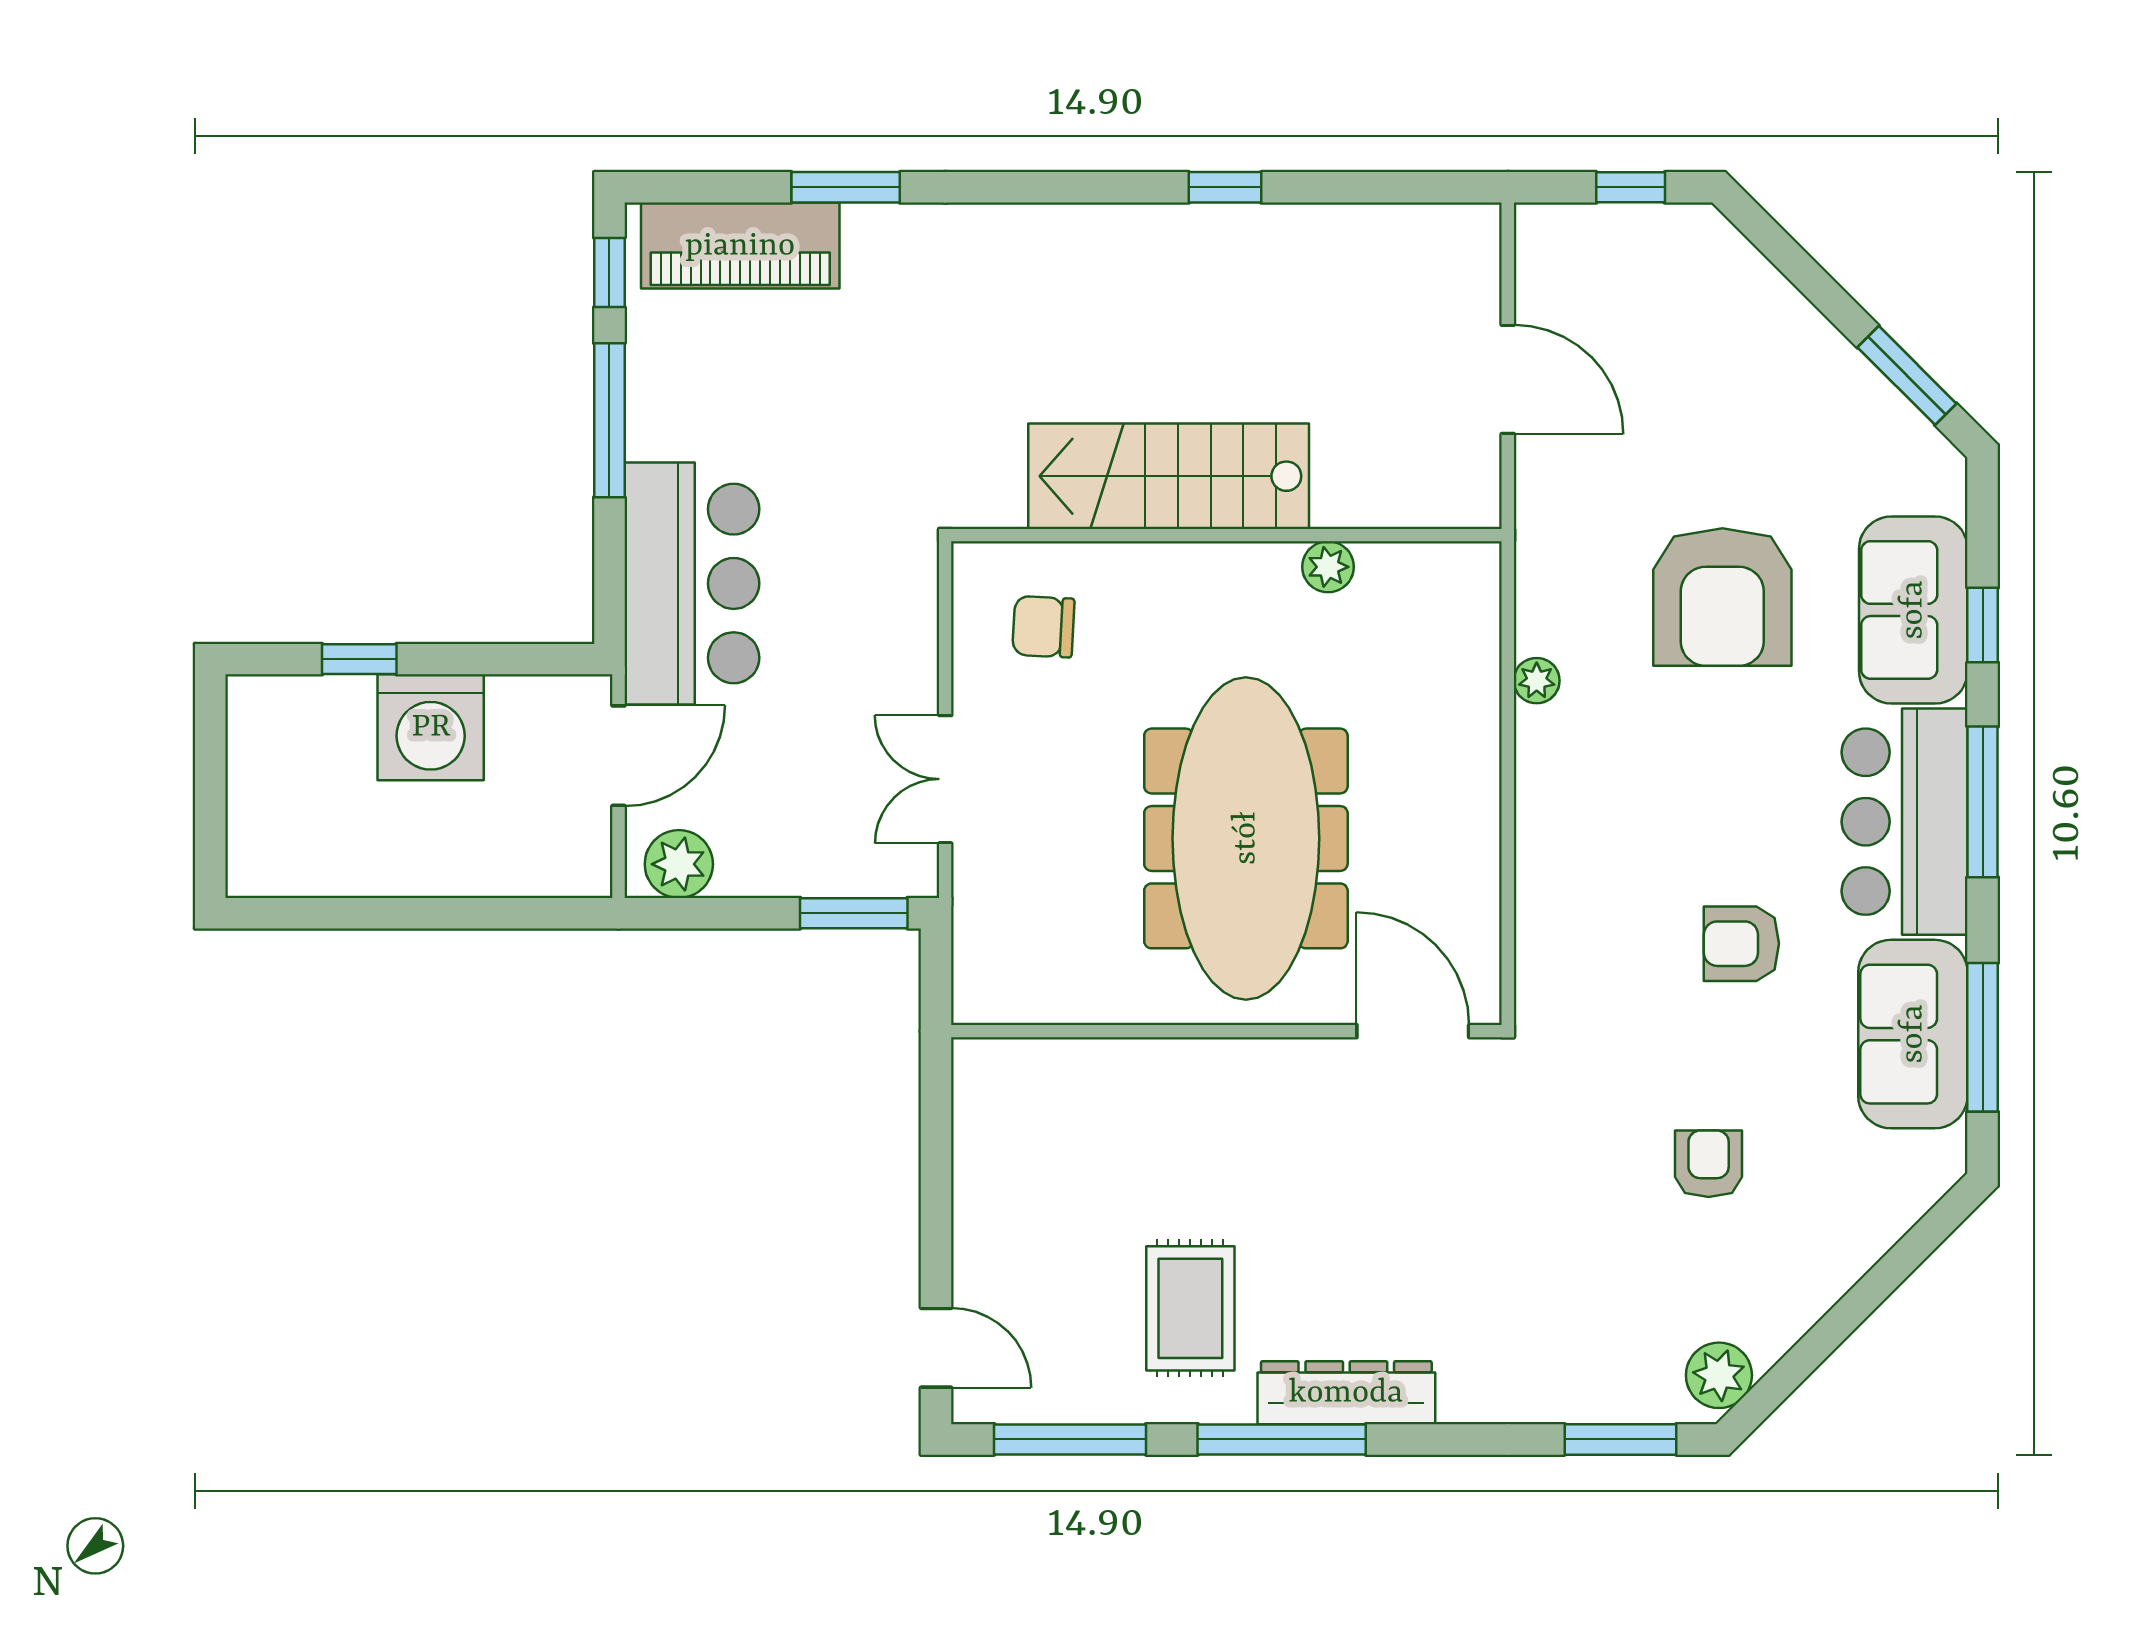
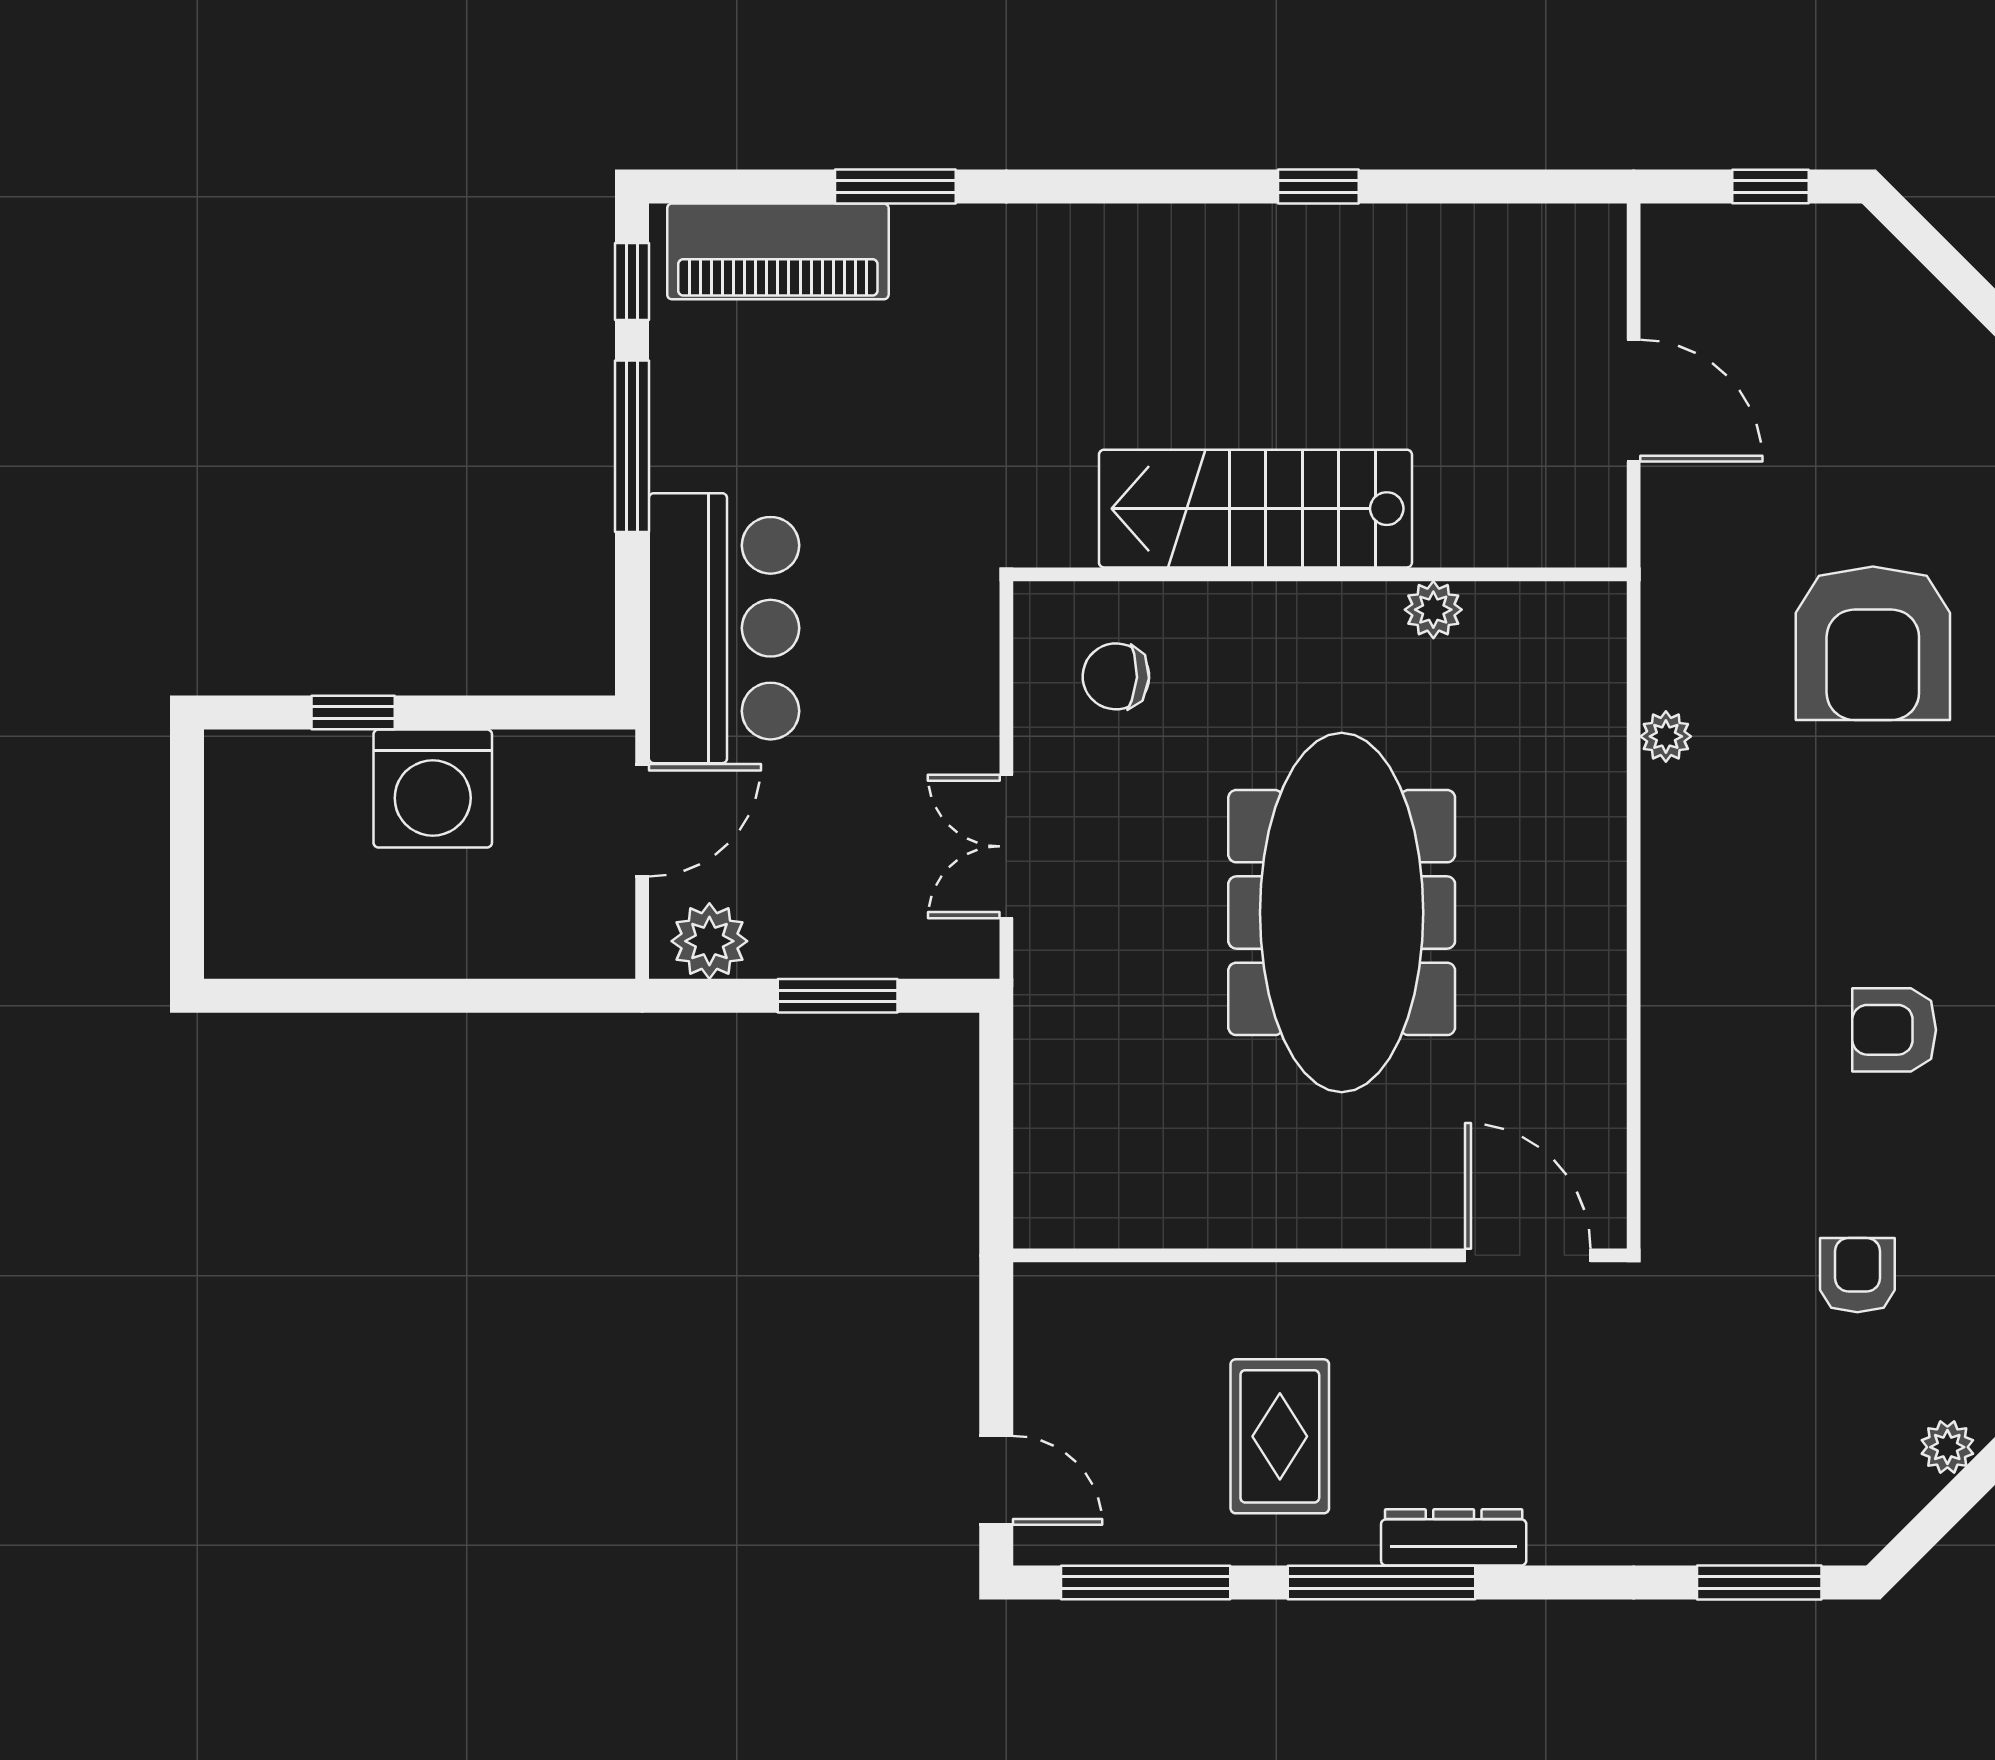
window: (854, 913) -> (838, 996), moved
wall: (1226, 1031) -> (1320, 1255), moved
door: (1413, 1031) -> (1528, 1255), moved
plant: (1719, 1375) -> (1947, 1447), moved, width x0.73, depth x0.73
dresser: (1346, 1393) -> (1454, 1537), width x0.73, depth x0.80

